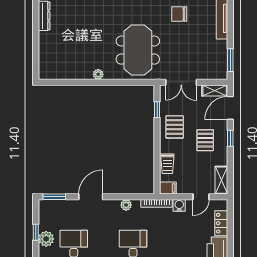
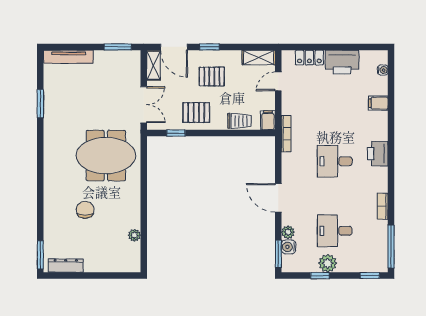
chair: (179, 14) -> (85, 210), moved, turned 180
plant: (98, 74) -> (134, 235), moved
door: (91, 197) -> (278, 198), moved
door: (201, 197) -> (278, 81), swing flipped
plant: (126, 205) -> (288, 232), moved
water cooler: (179, 205) -> (288, 247), moved

